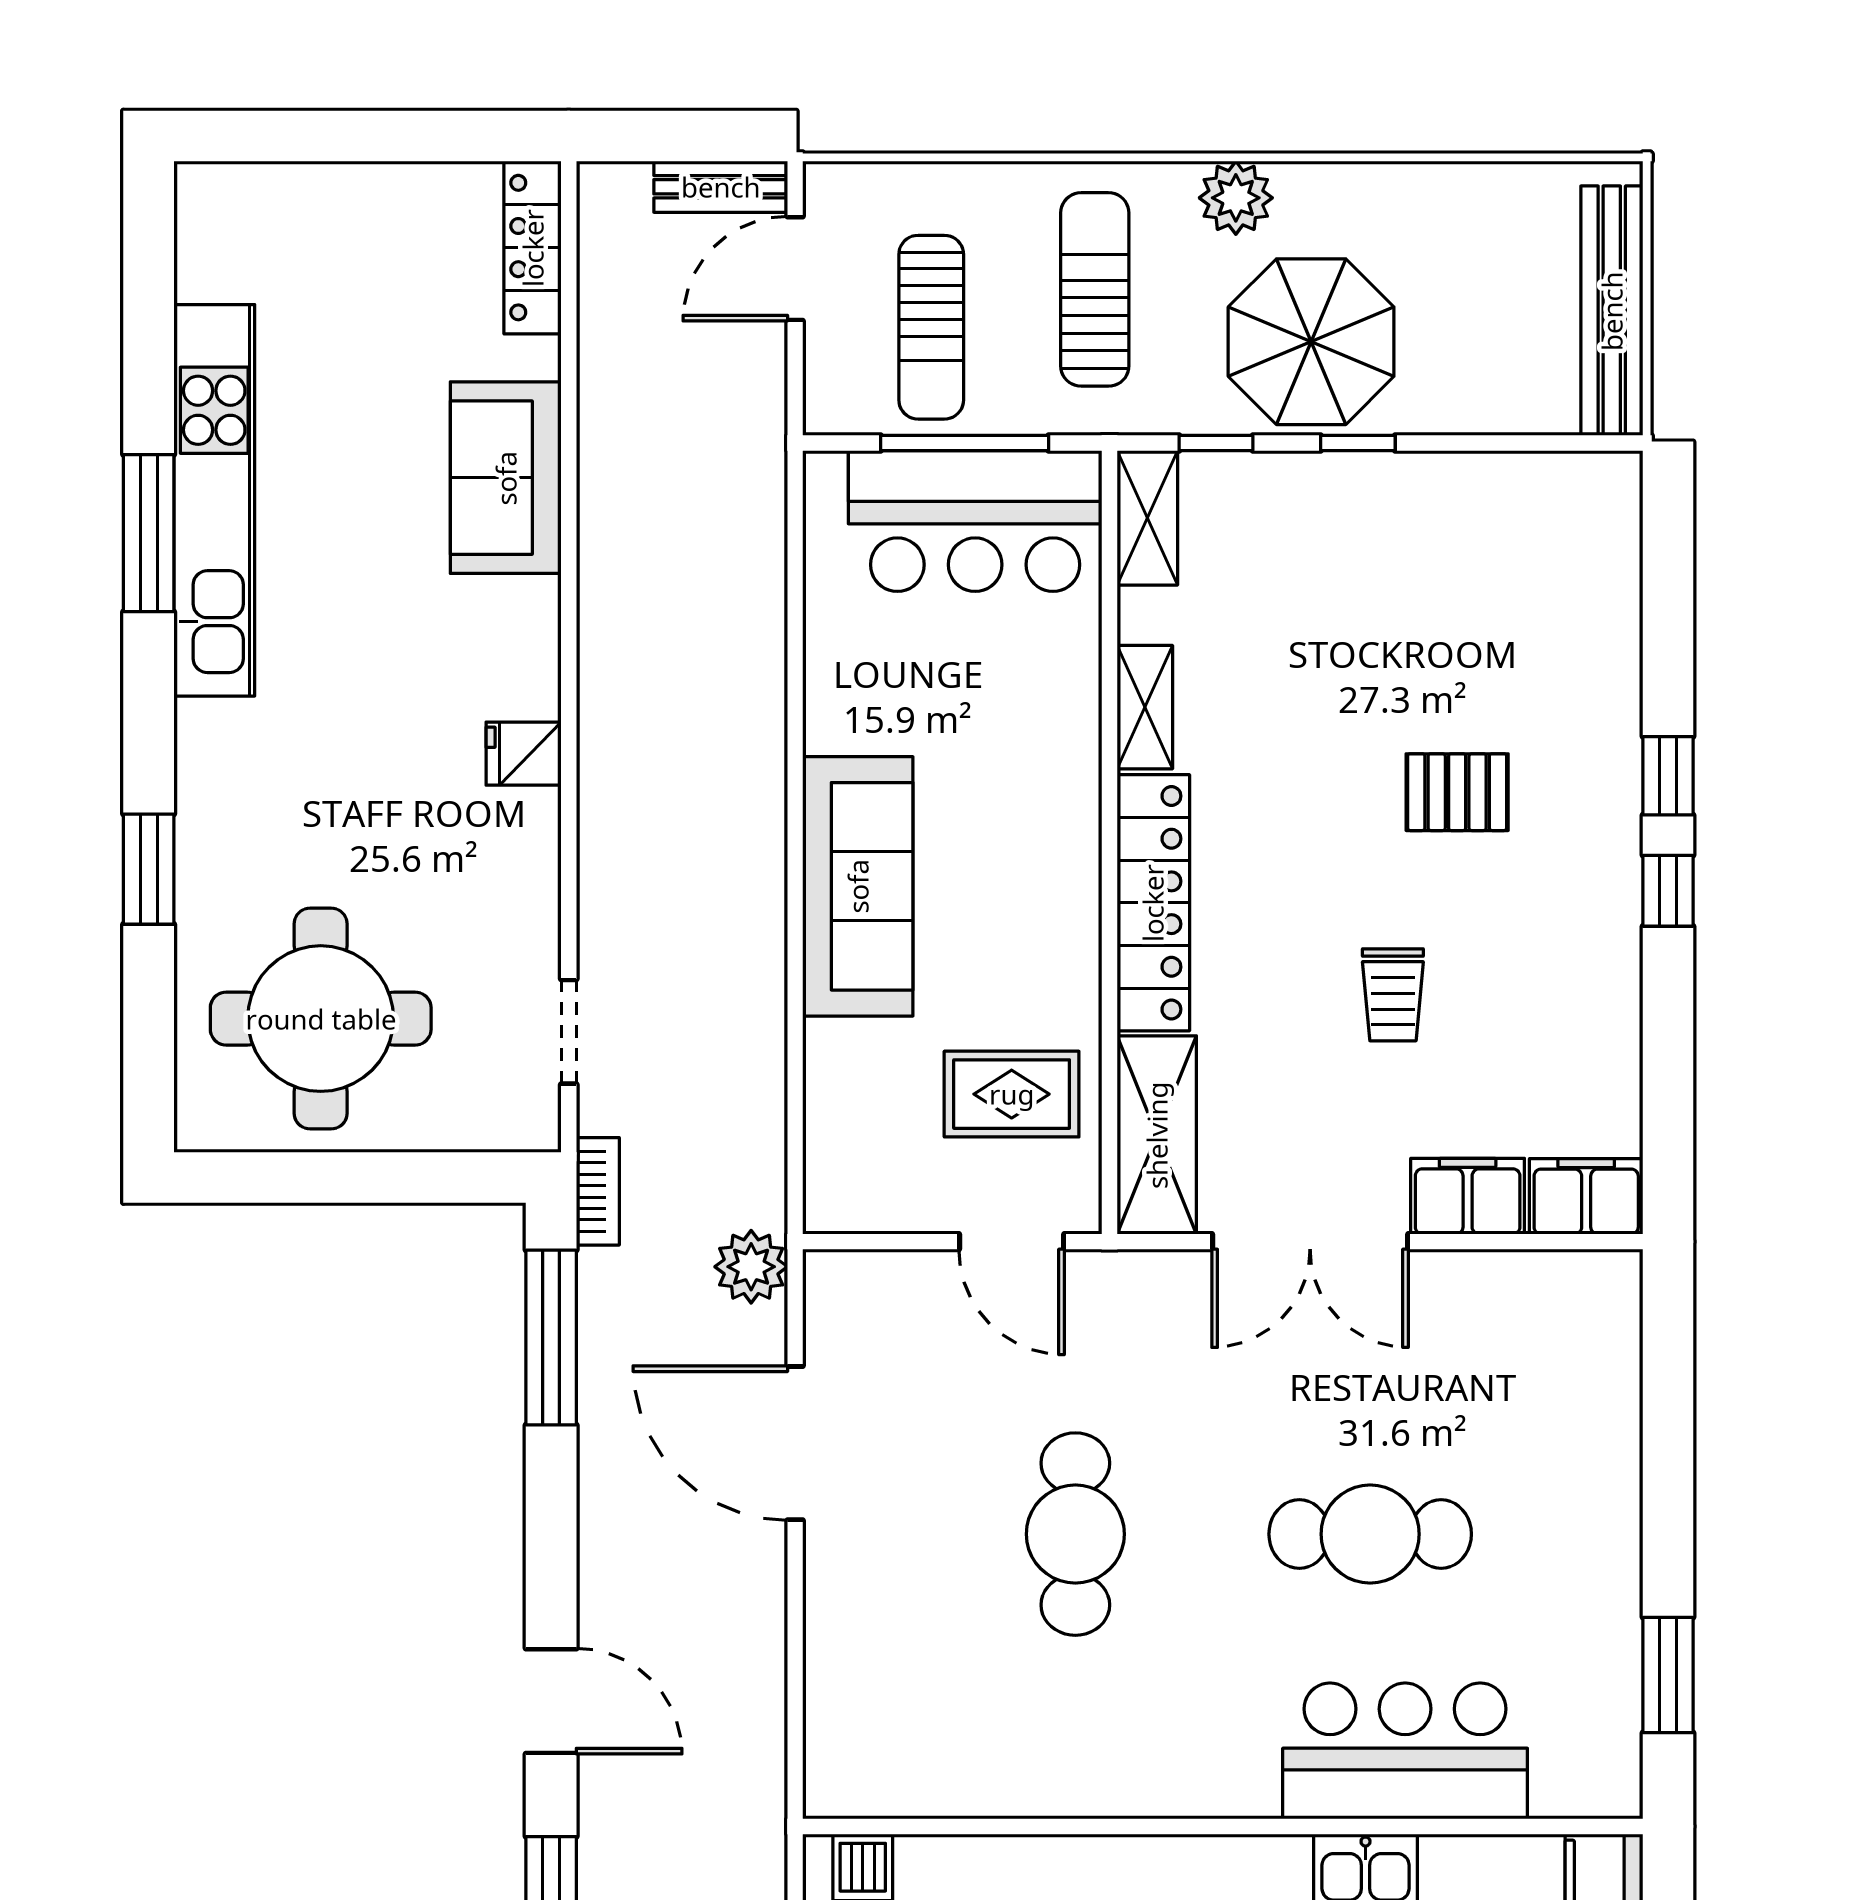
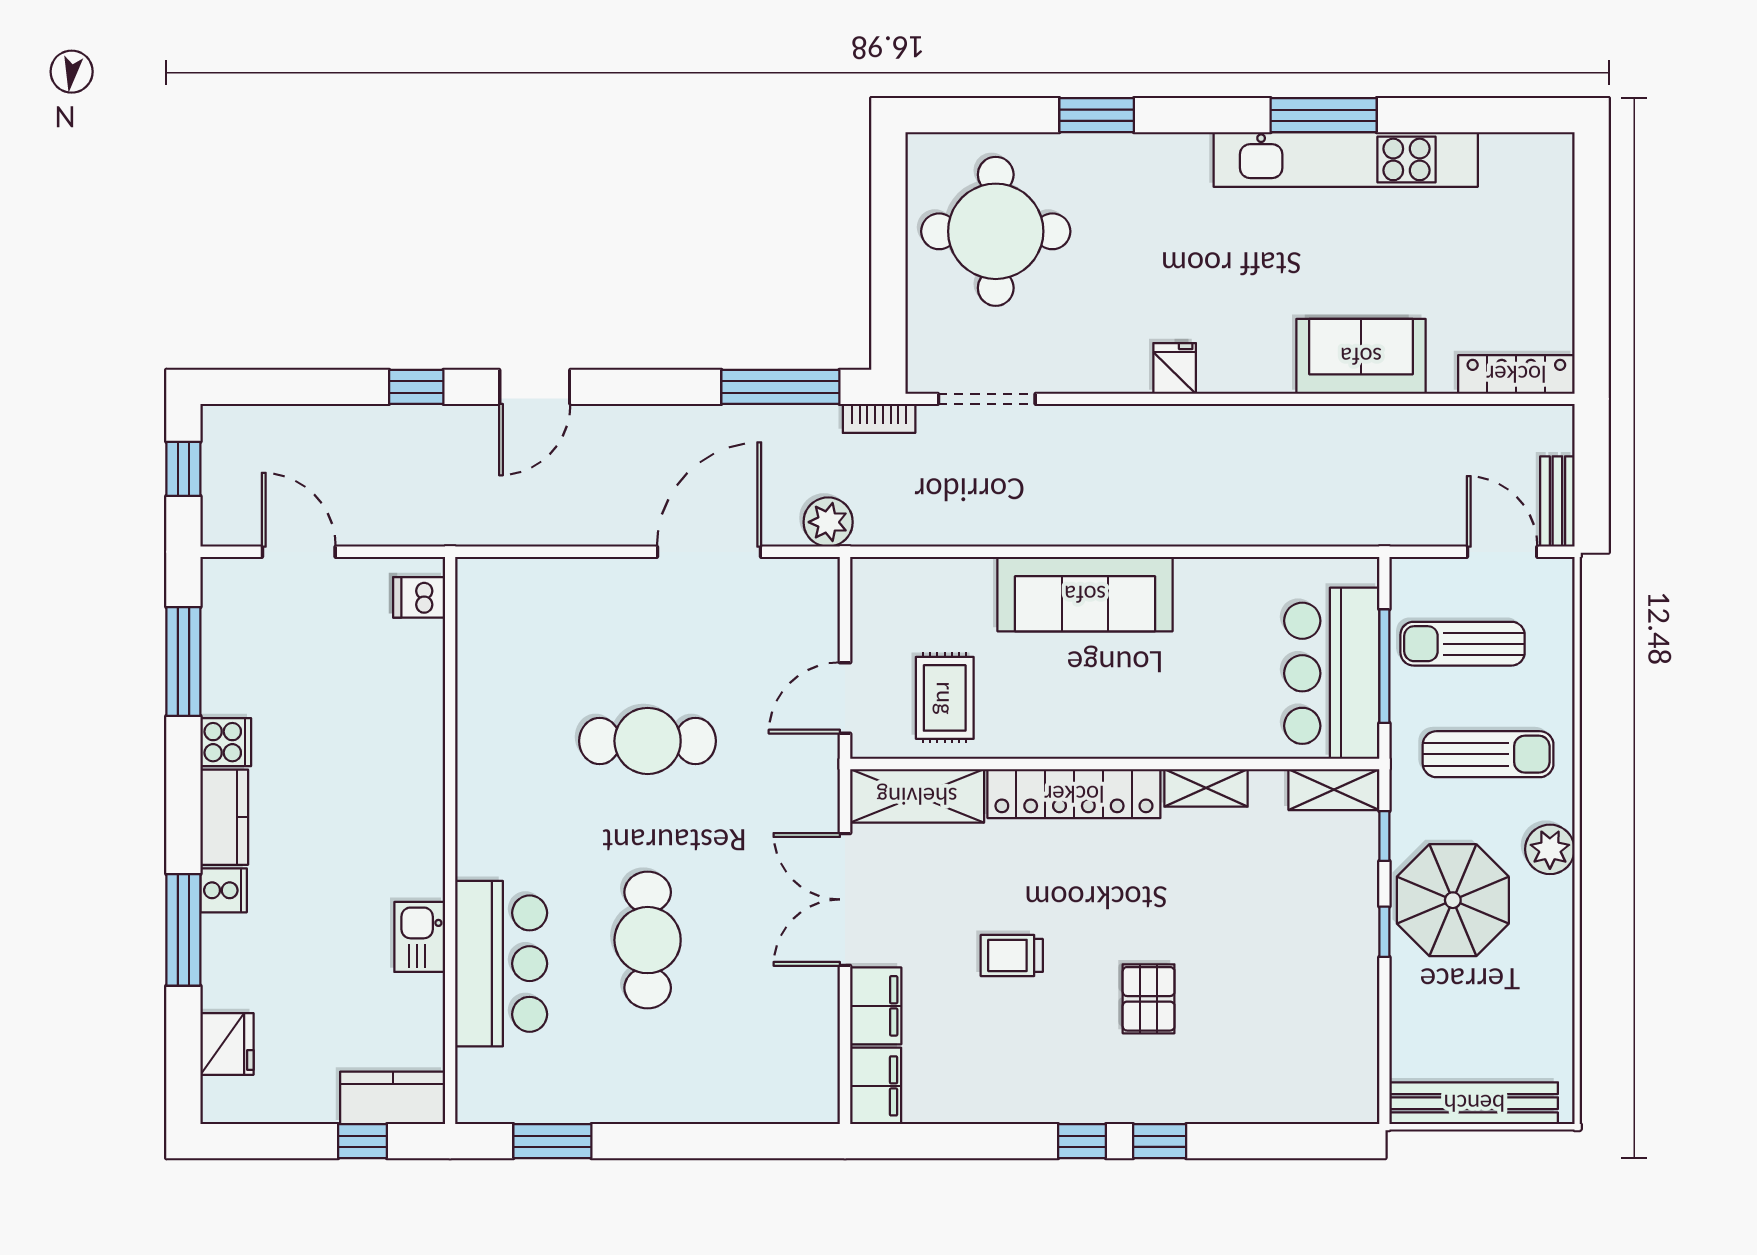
doorway: (569, 1032) -> (987, 399), width x1.38

